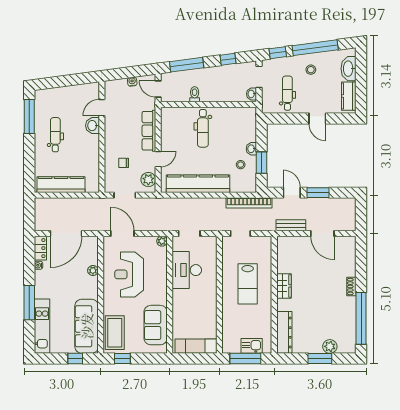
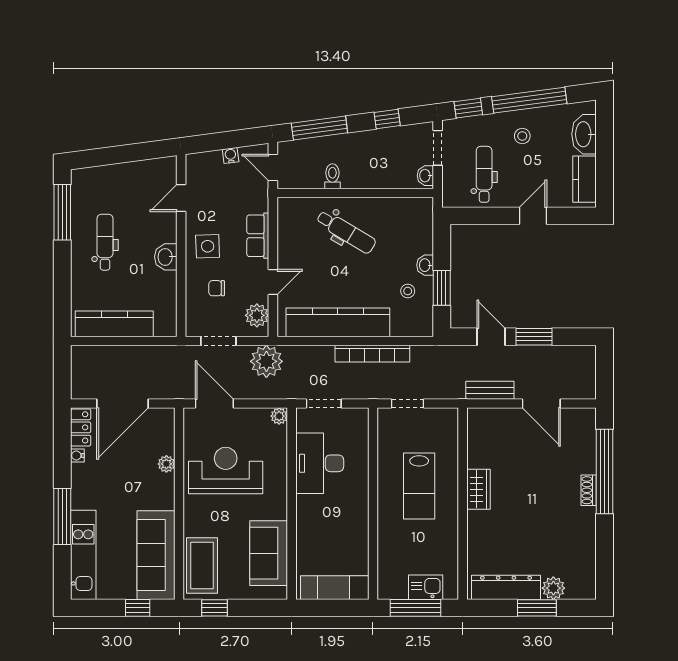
door: (317, 119) -> (533, 216), swing flipped
washbasin: (93, 126) -> (166, 257), moved
dental chair: (203, 128) -> (346, 232), turned -59
row of seats: (149, 131) -> (258, 236), width x0.68
side table: (118, 137) -> (208, 246), added
bookcase: (249, 203) -> (372, 354), moved
plant: (154, 208) -> (266, 361), added
reception desk: (129, 274) -> (226, 470), turned 90
window: (361, 318) -> (604, 472), moved
dresser: (284, 332) -> (506, 587), moved, turned -90

